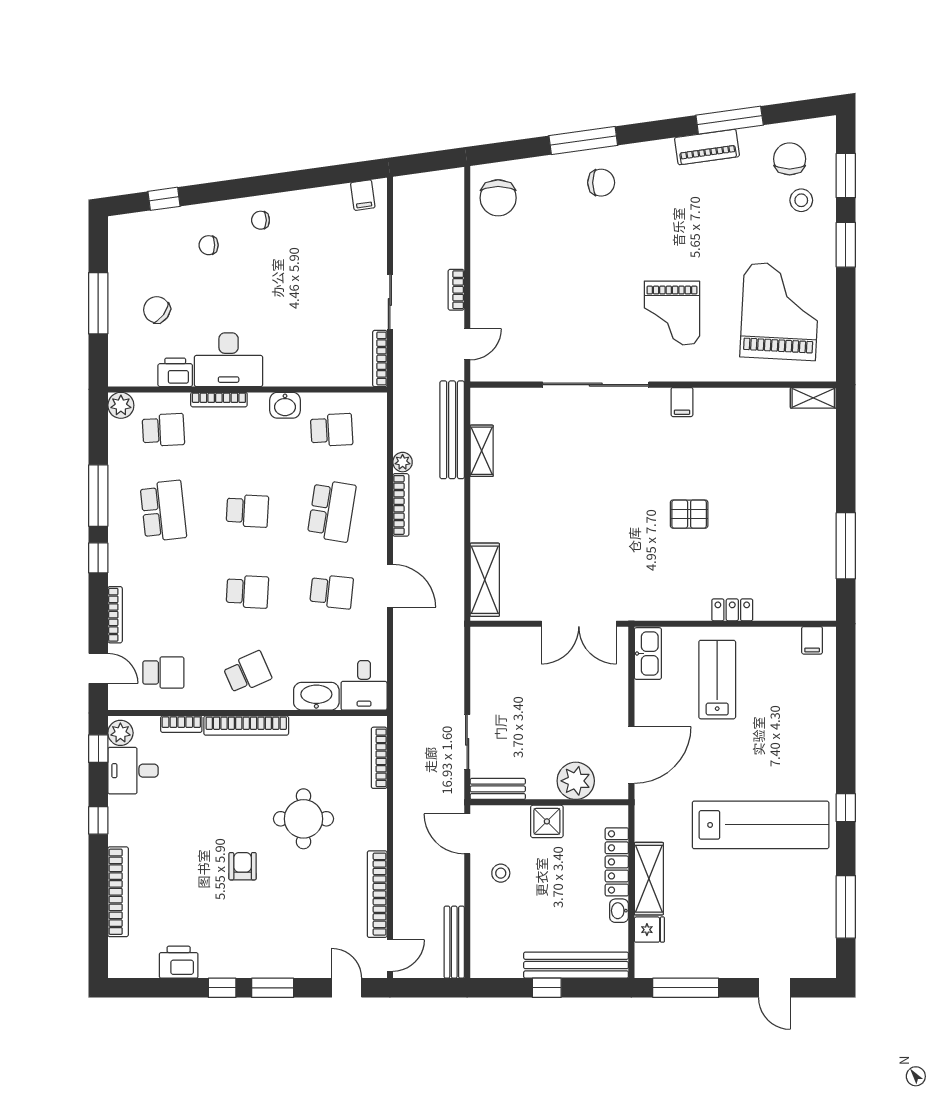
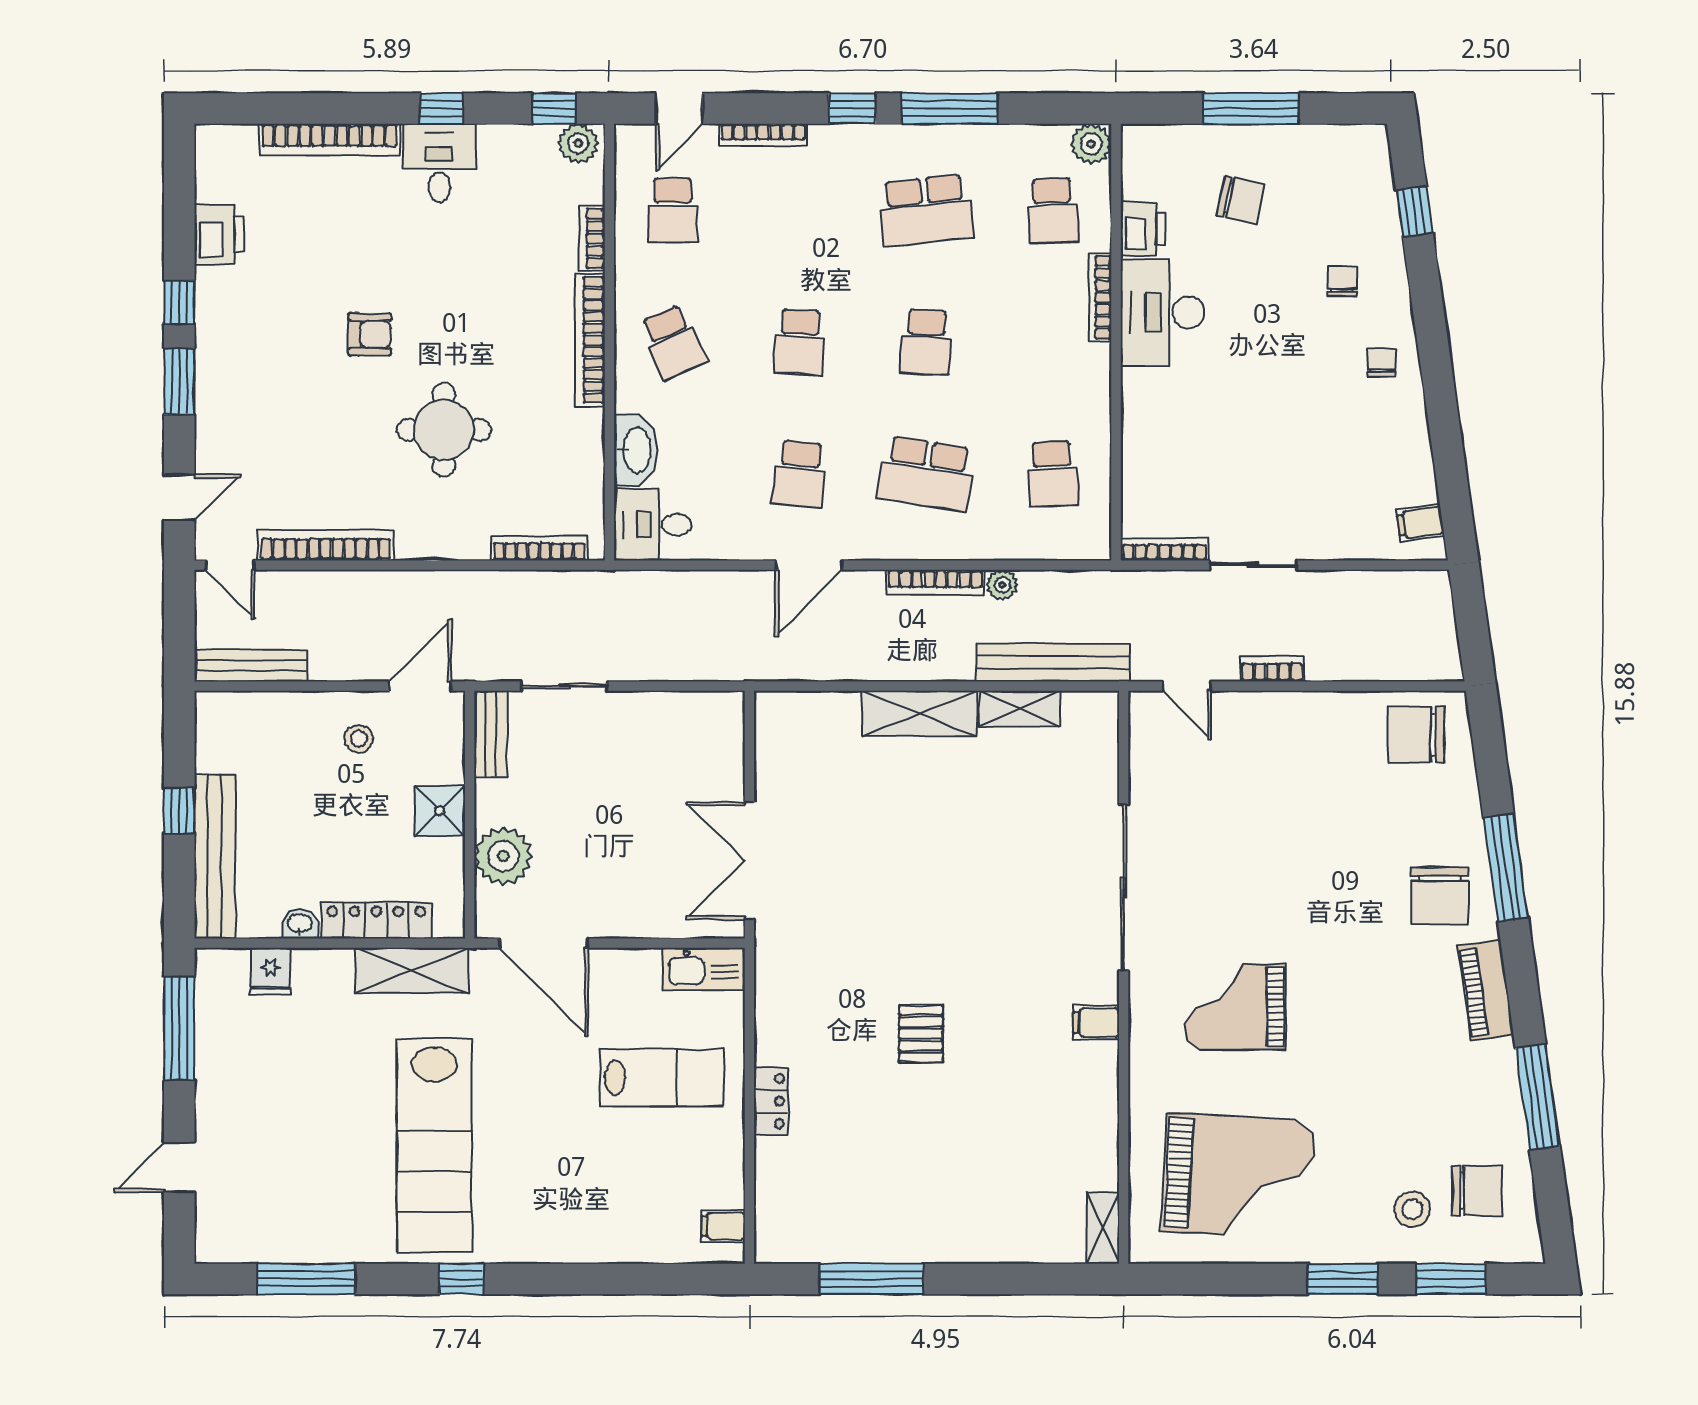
piano: (707, 147) -> (1486, 990), moved
chair: (601, 183) -> (1440, 896), width x1.37, depth x1.37
chair: (157, 310) -> (1241, 200), turned 66
washbasin: (285, 405) -> (1091, 401), removed
shelving: (485, 580) -> (919, 714), moved
desk: (133, 771) -> (439, 163), moved
shelving: (649, 879) -> (412, 970), moved

